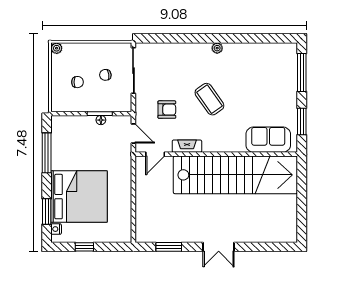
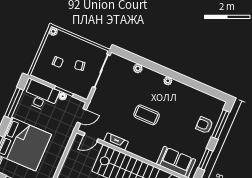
plant: (175, 49) -> (138, 68), added
coffee table: (209, 99) -> (147, 115), turned -55
armchair: (167, 110) -> (204, 125), moved, turned 180
desk: (75, 131) -> (41, 96), added
door: (133, 134) -> (82, 116), hinge flipped

